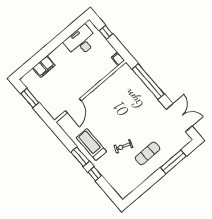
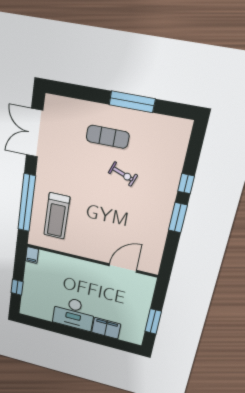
desk: (81, 41) -> (74, 313), moved
treadmill: (91, 145) -> (57, 216), moved
window: (173, 162) -> (132, 102), moved

